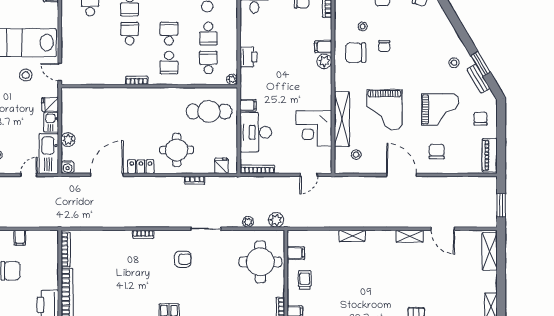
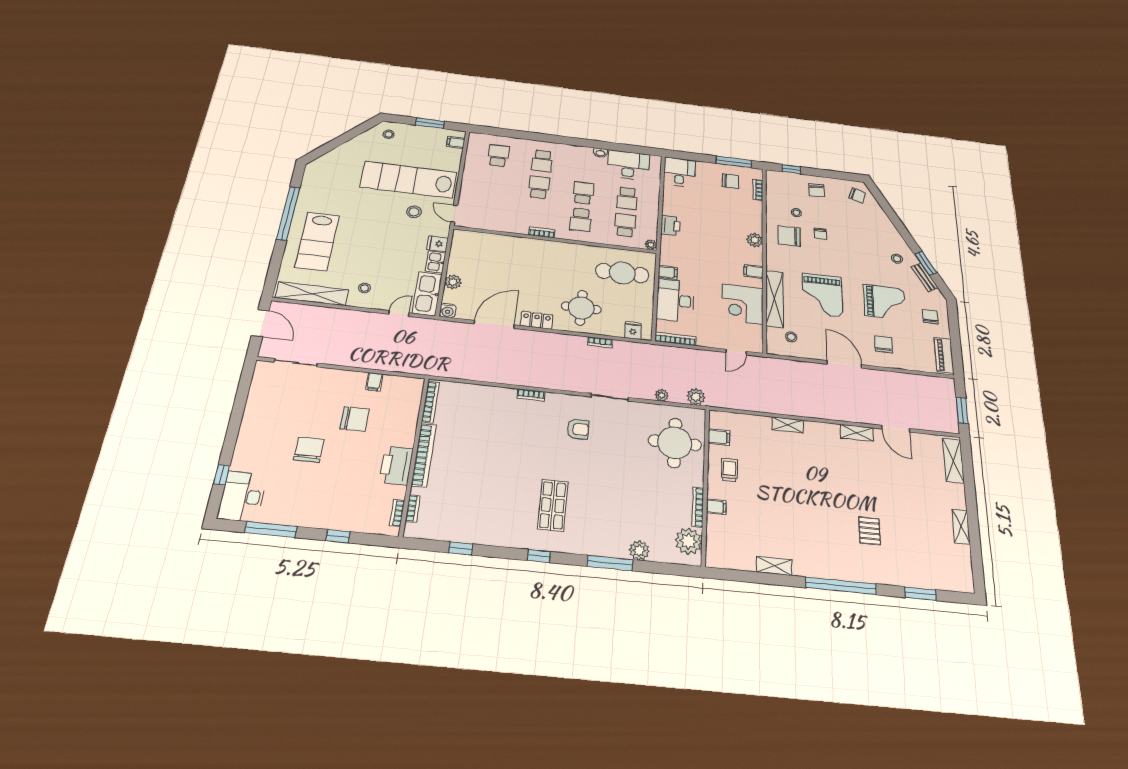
filing cabinet: (323, 47) -> (753, 271), moved

